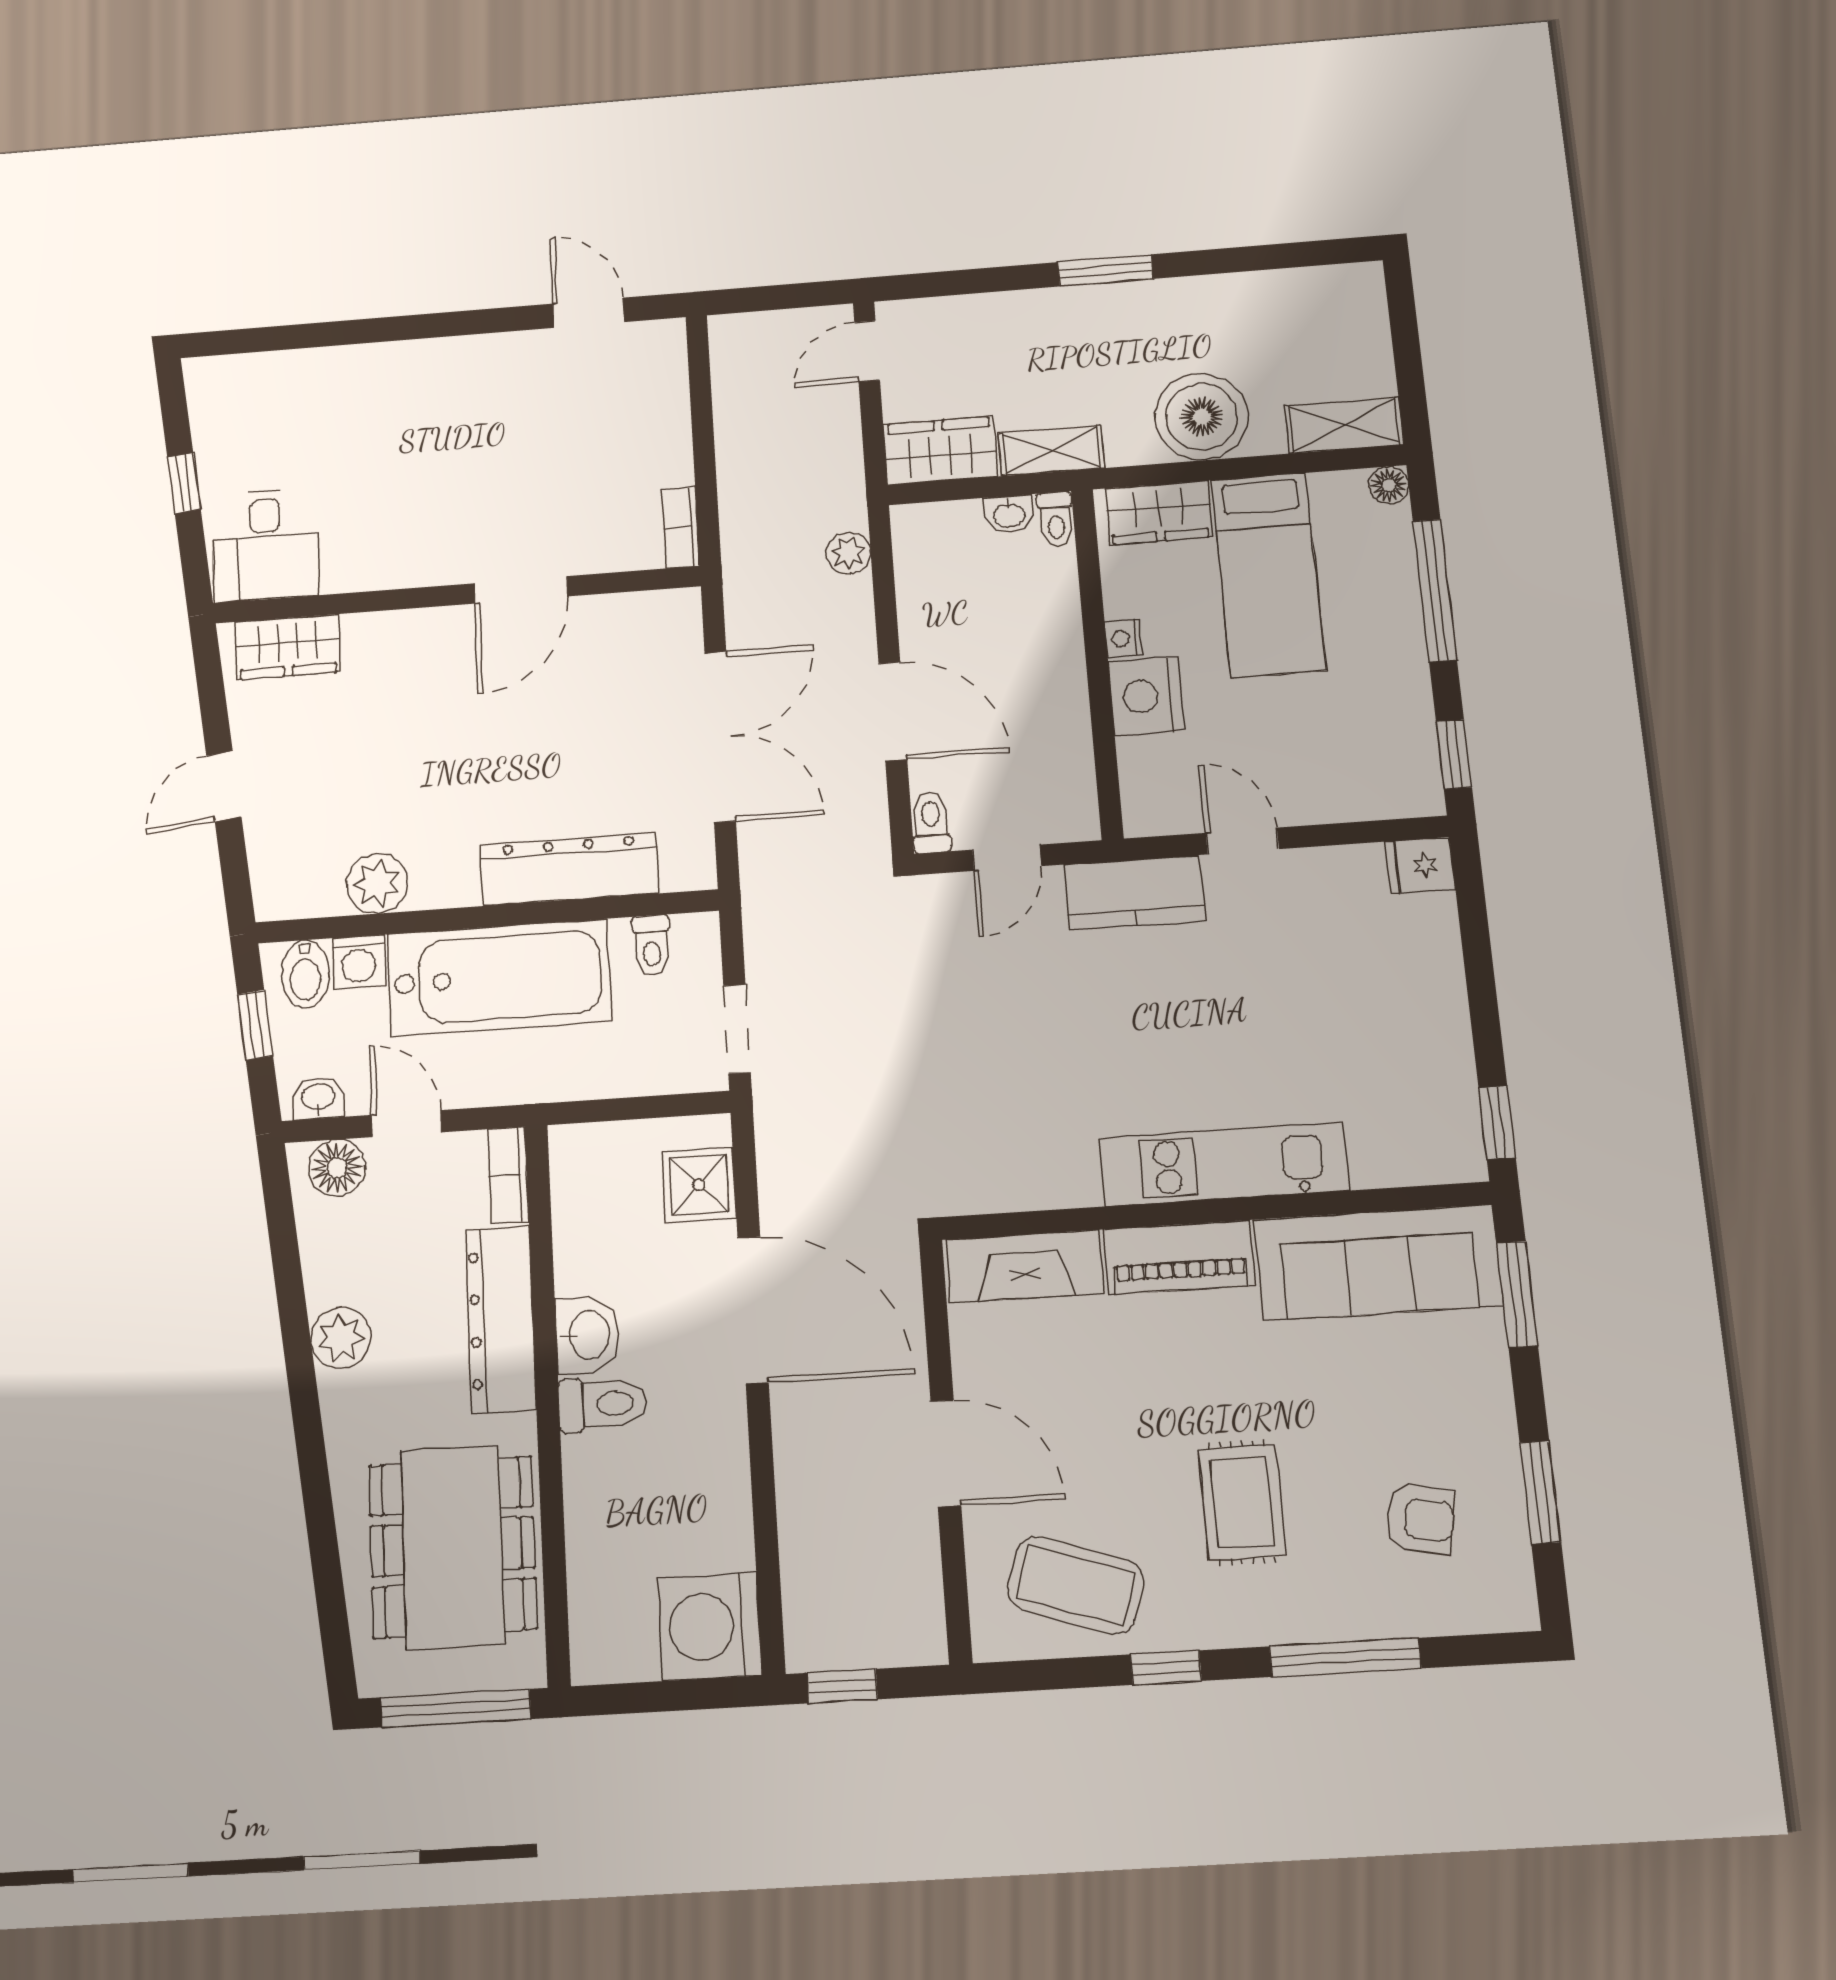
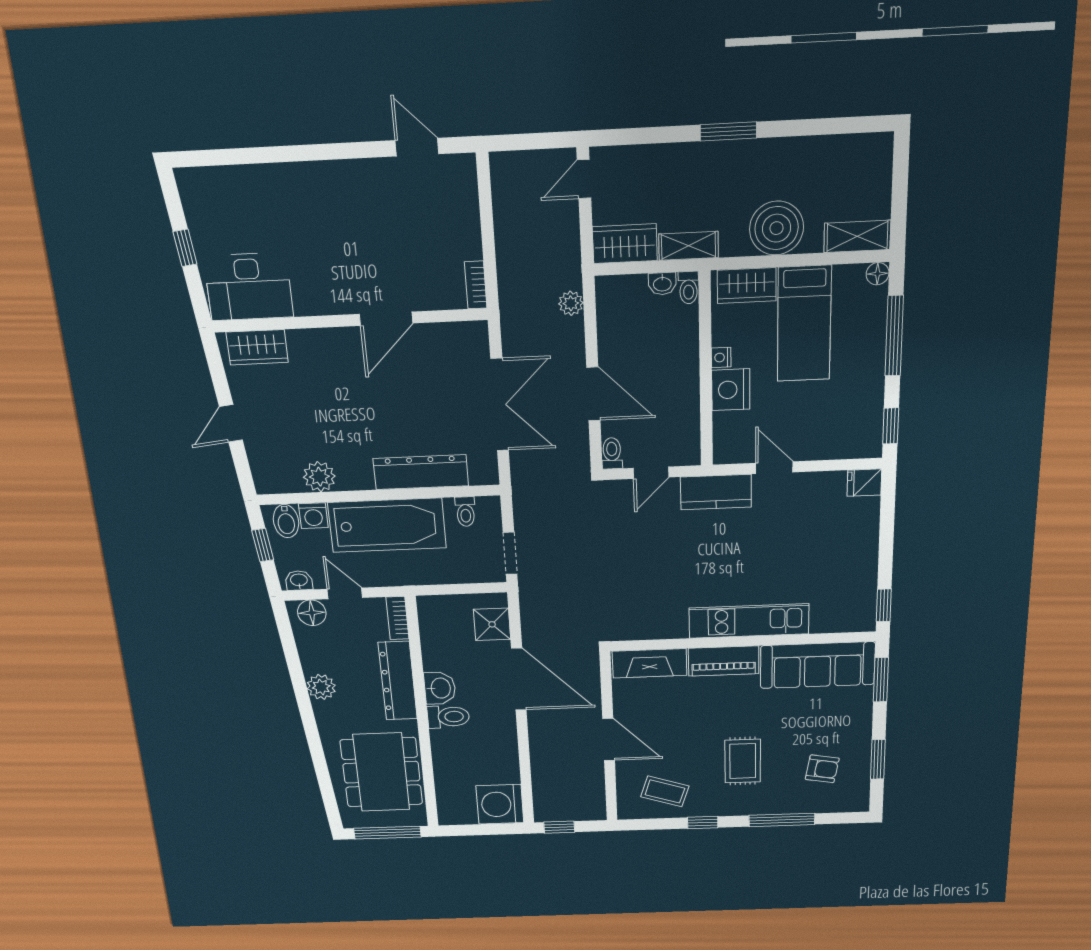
desk: (265, 545) -> (249, 287), width x1.37
coffee table: (1076, 1585) -> (665, 791), width x0.73, depth x0.77

